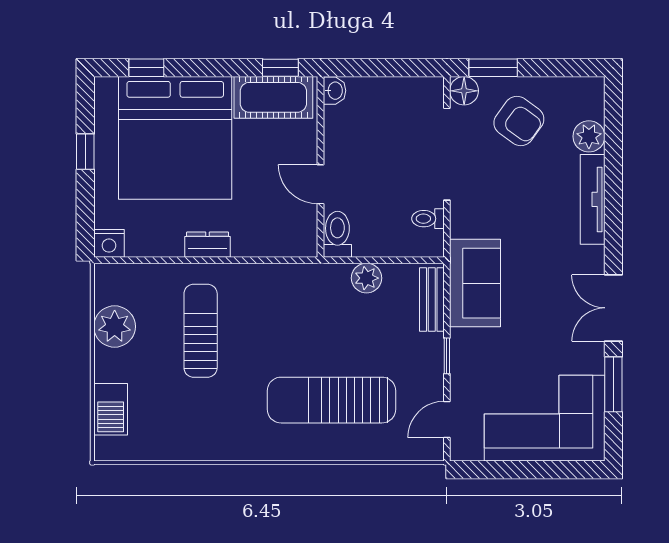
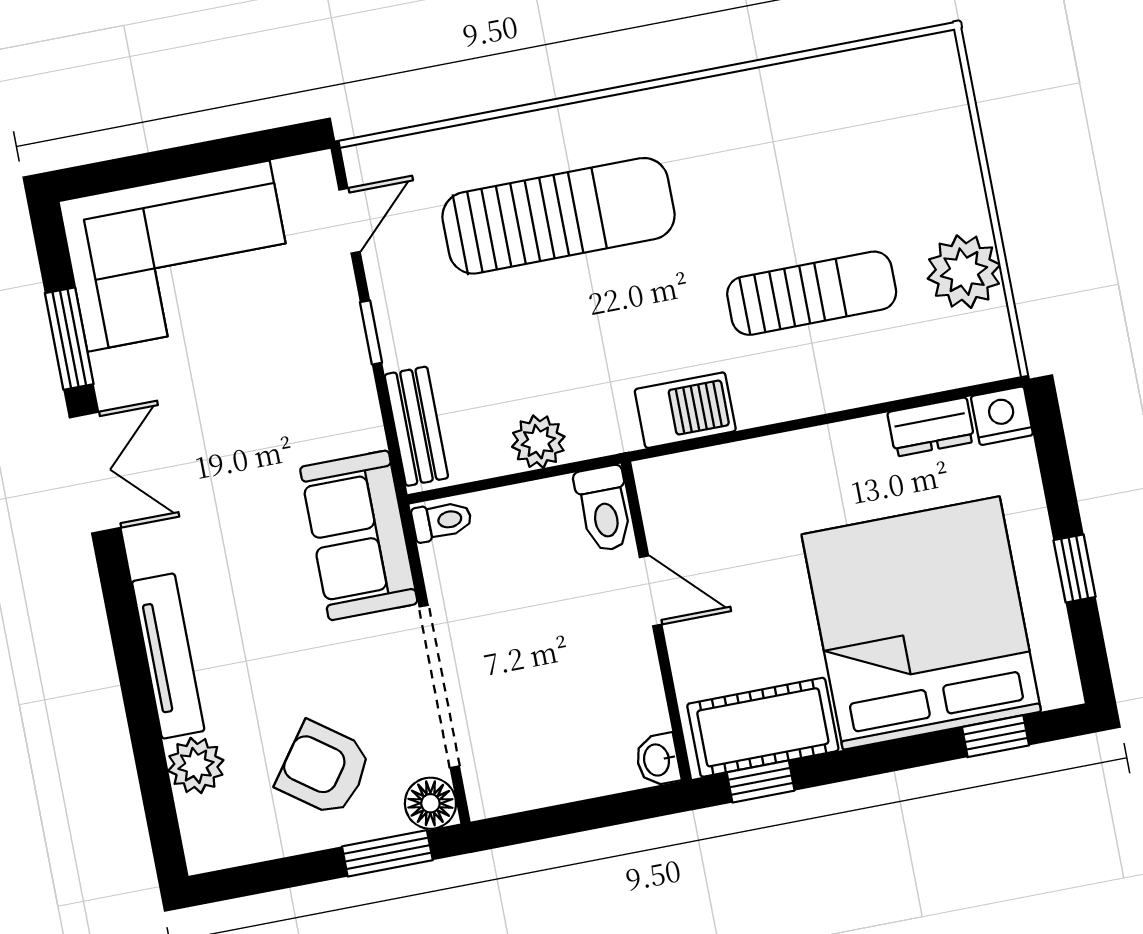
toilet: (428, 219) -> (442, 521), moved
dresser: (208, 245) -> (931, 427), moved
sofa: (475, 283) -> (359, 535), moved
sun lounger: (201, 331) -> (812, 293), turned -90
barbecue: (111, 409) -> (685, 410), moved, turned 90

